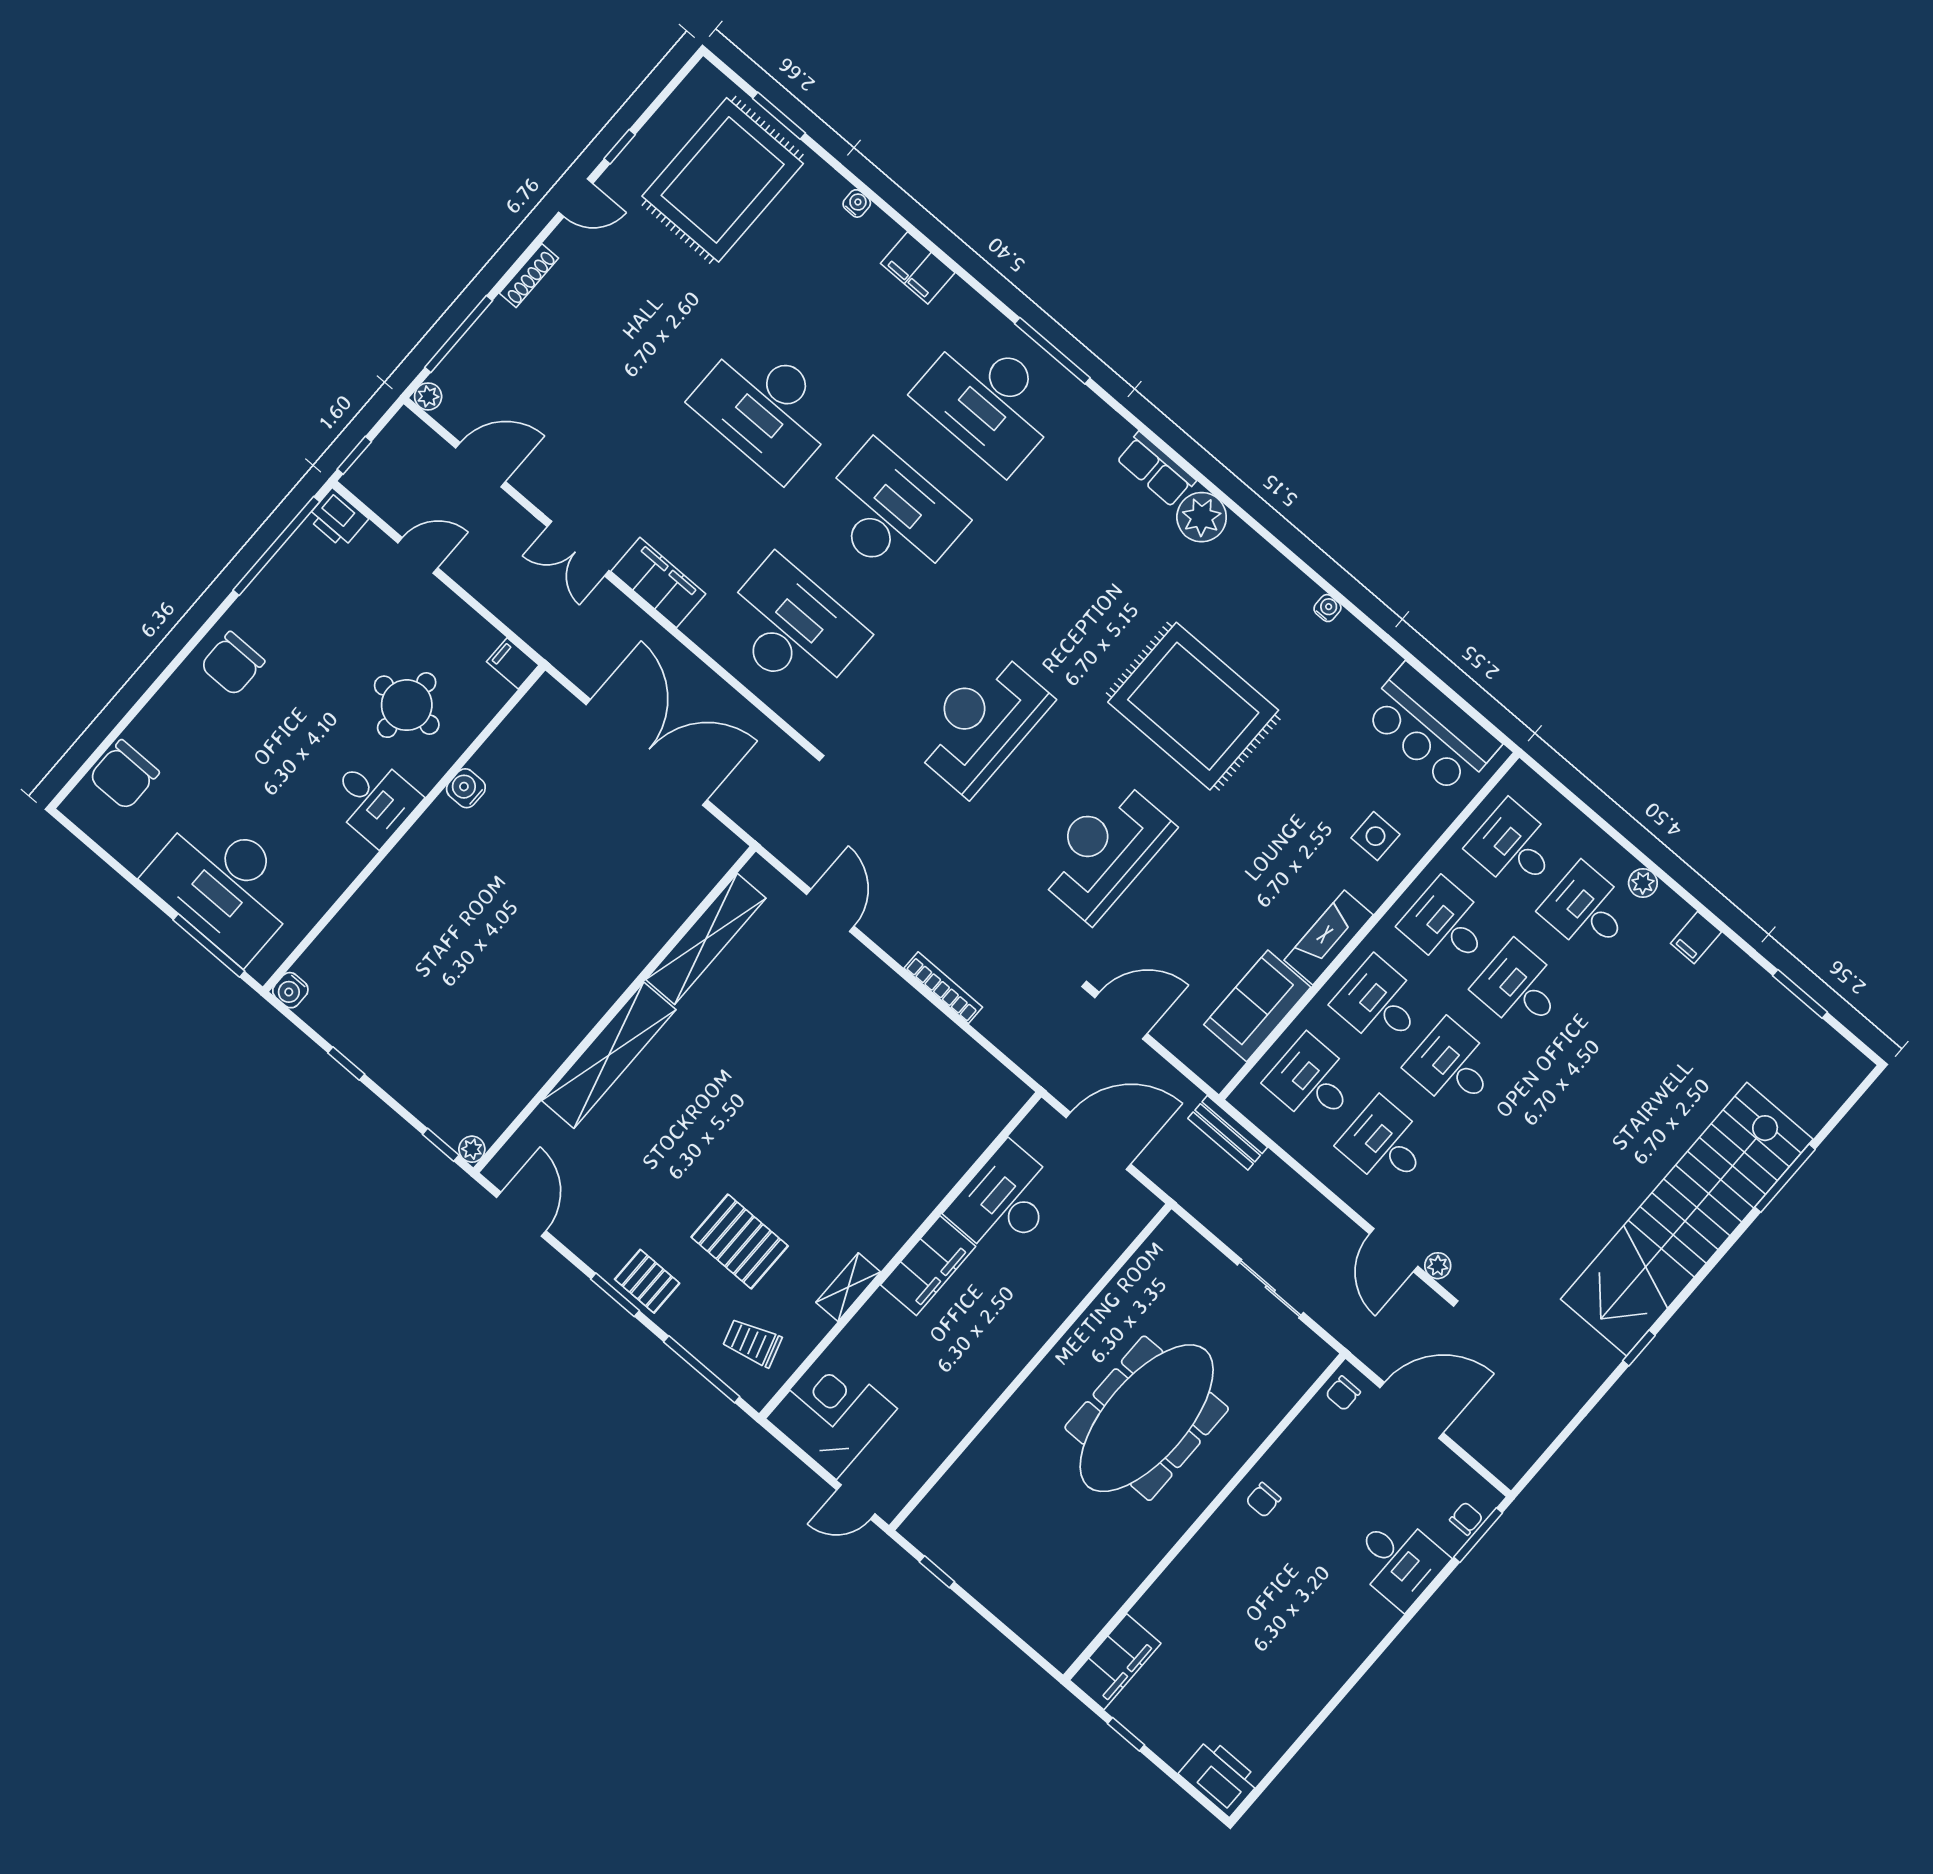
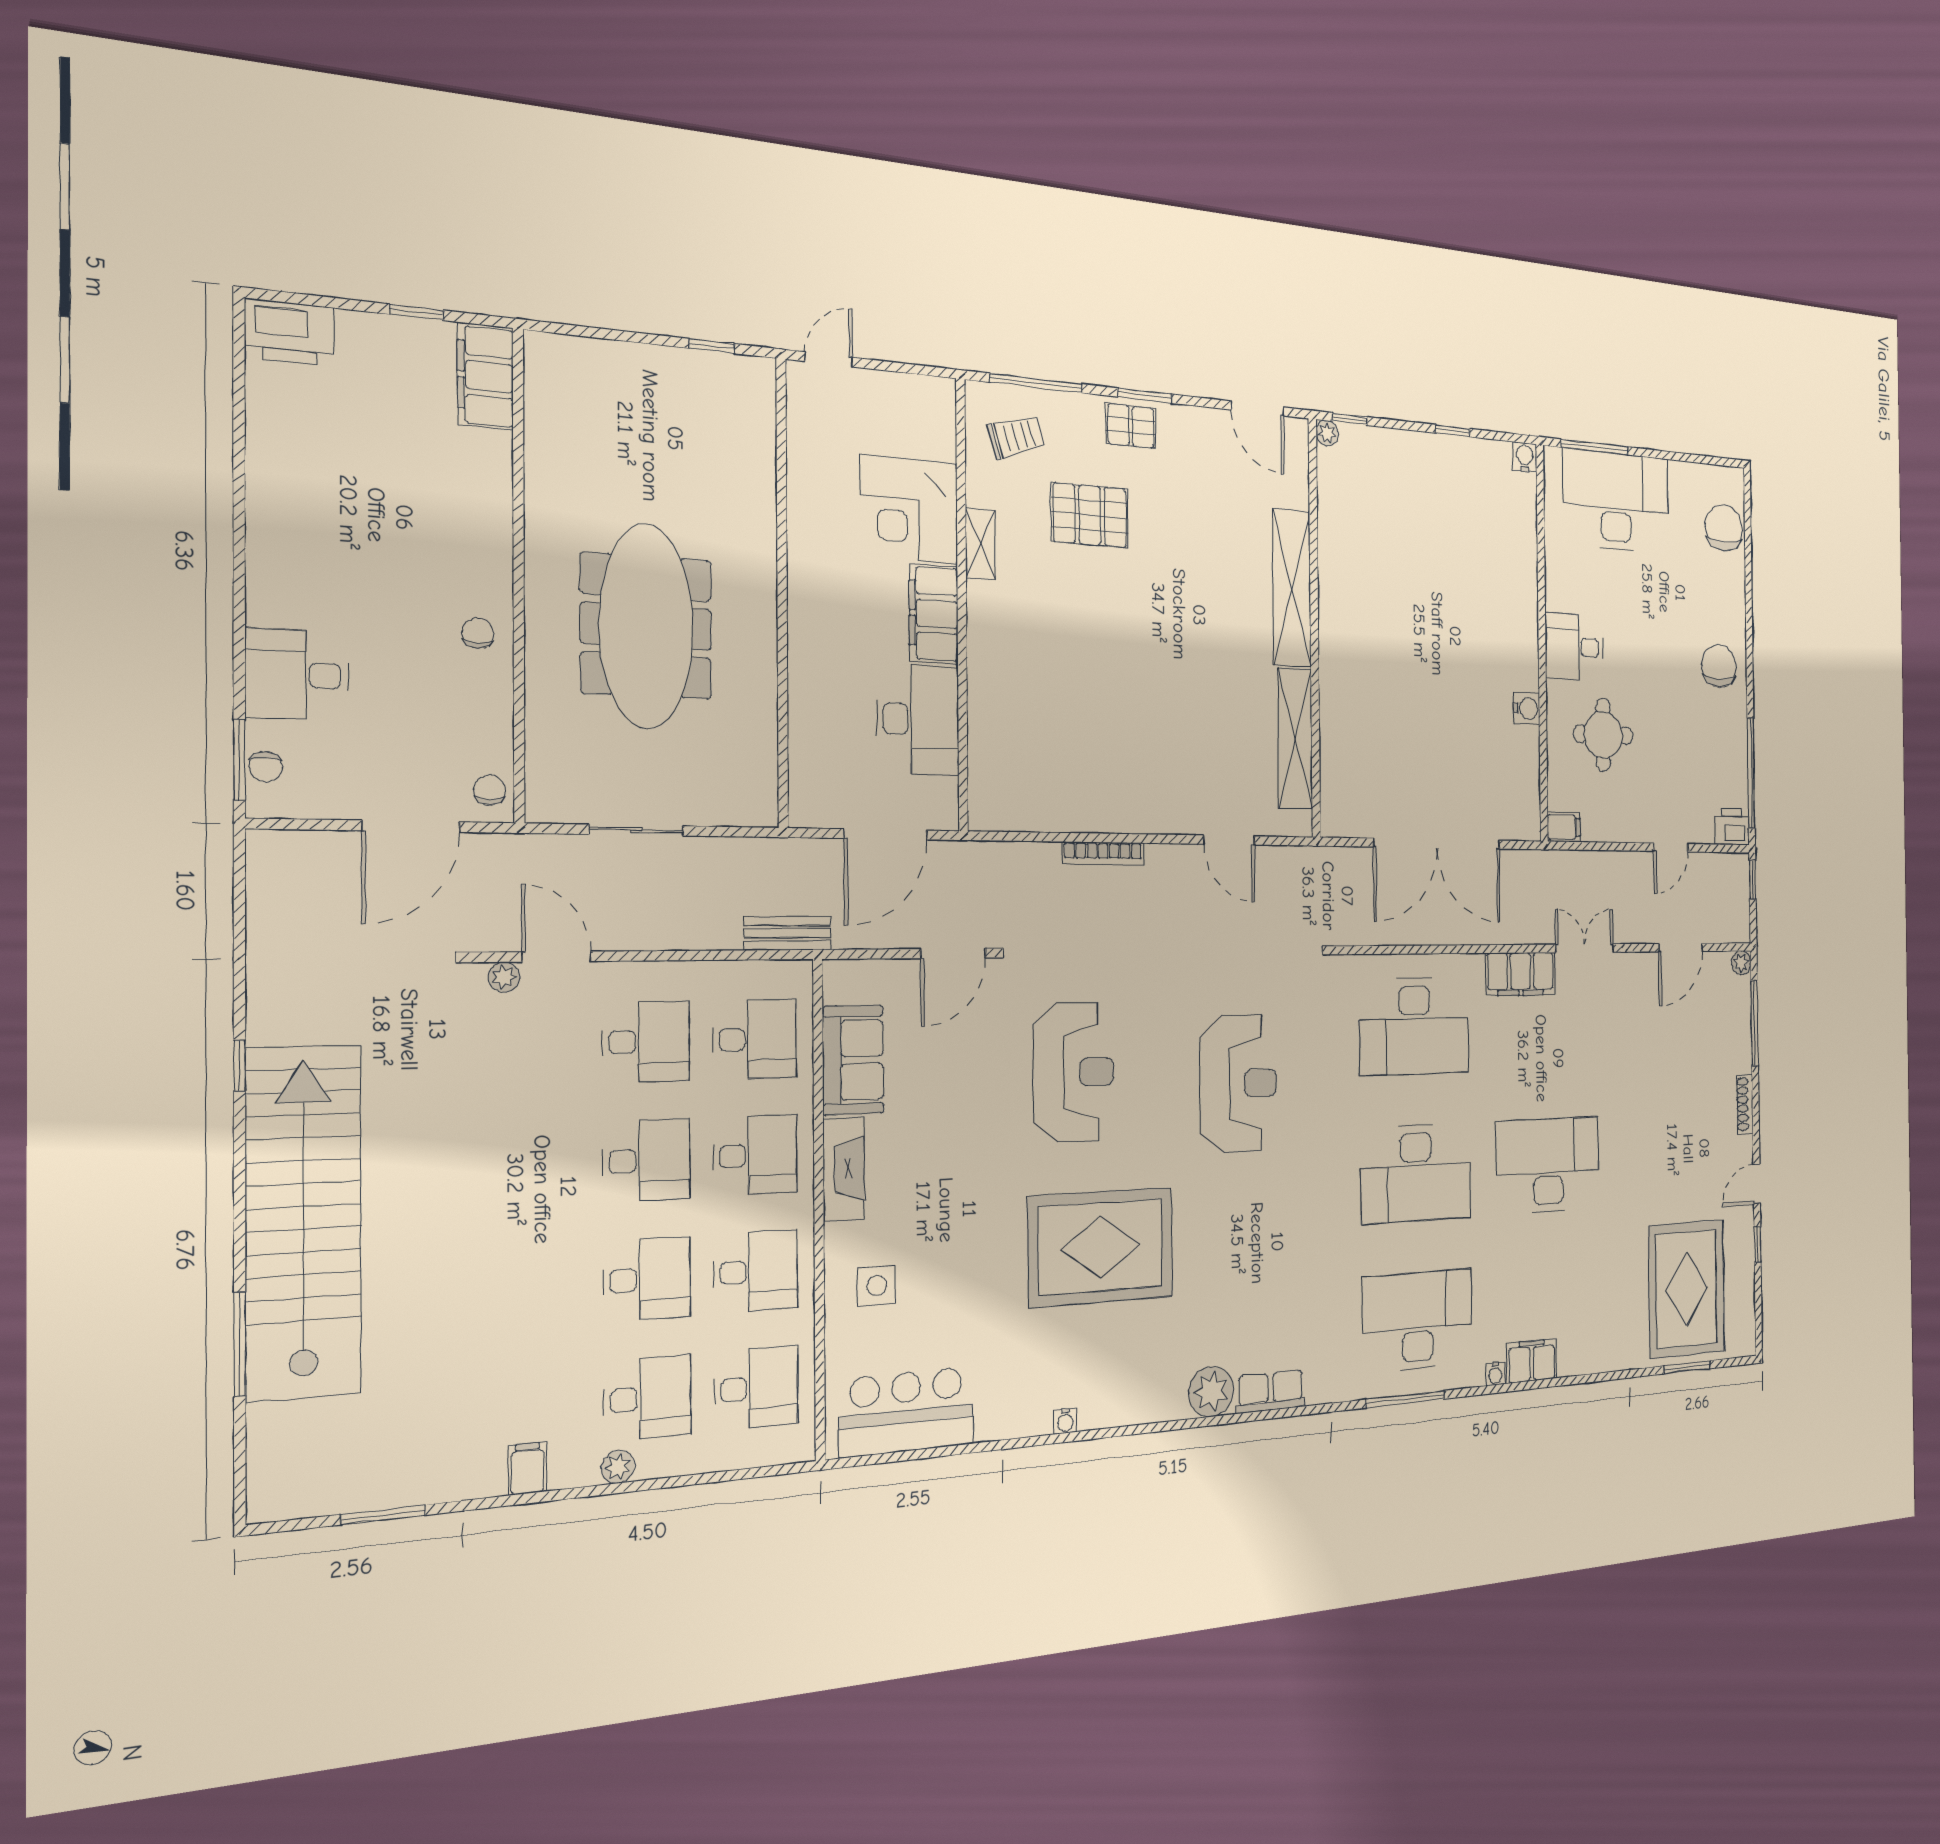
water cooler: (857, 203) -> (1495, 1374), moved
corner desk: (832, 1414) -> (909, 509), moved, turned 90

